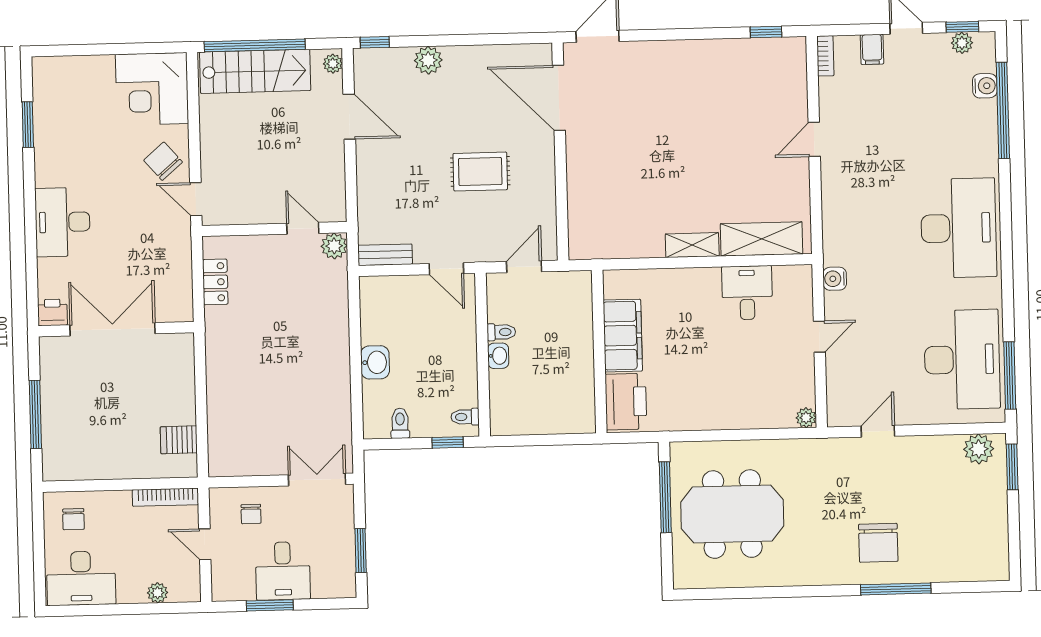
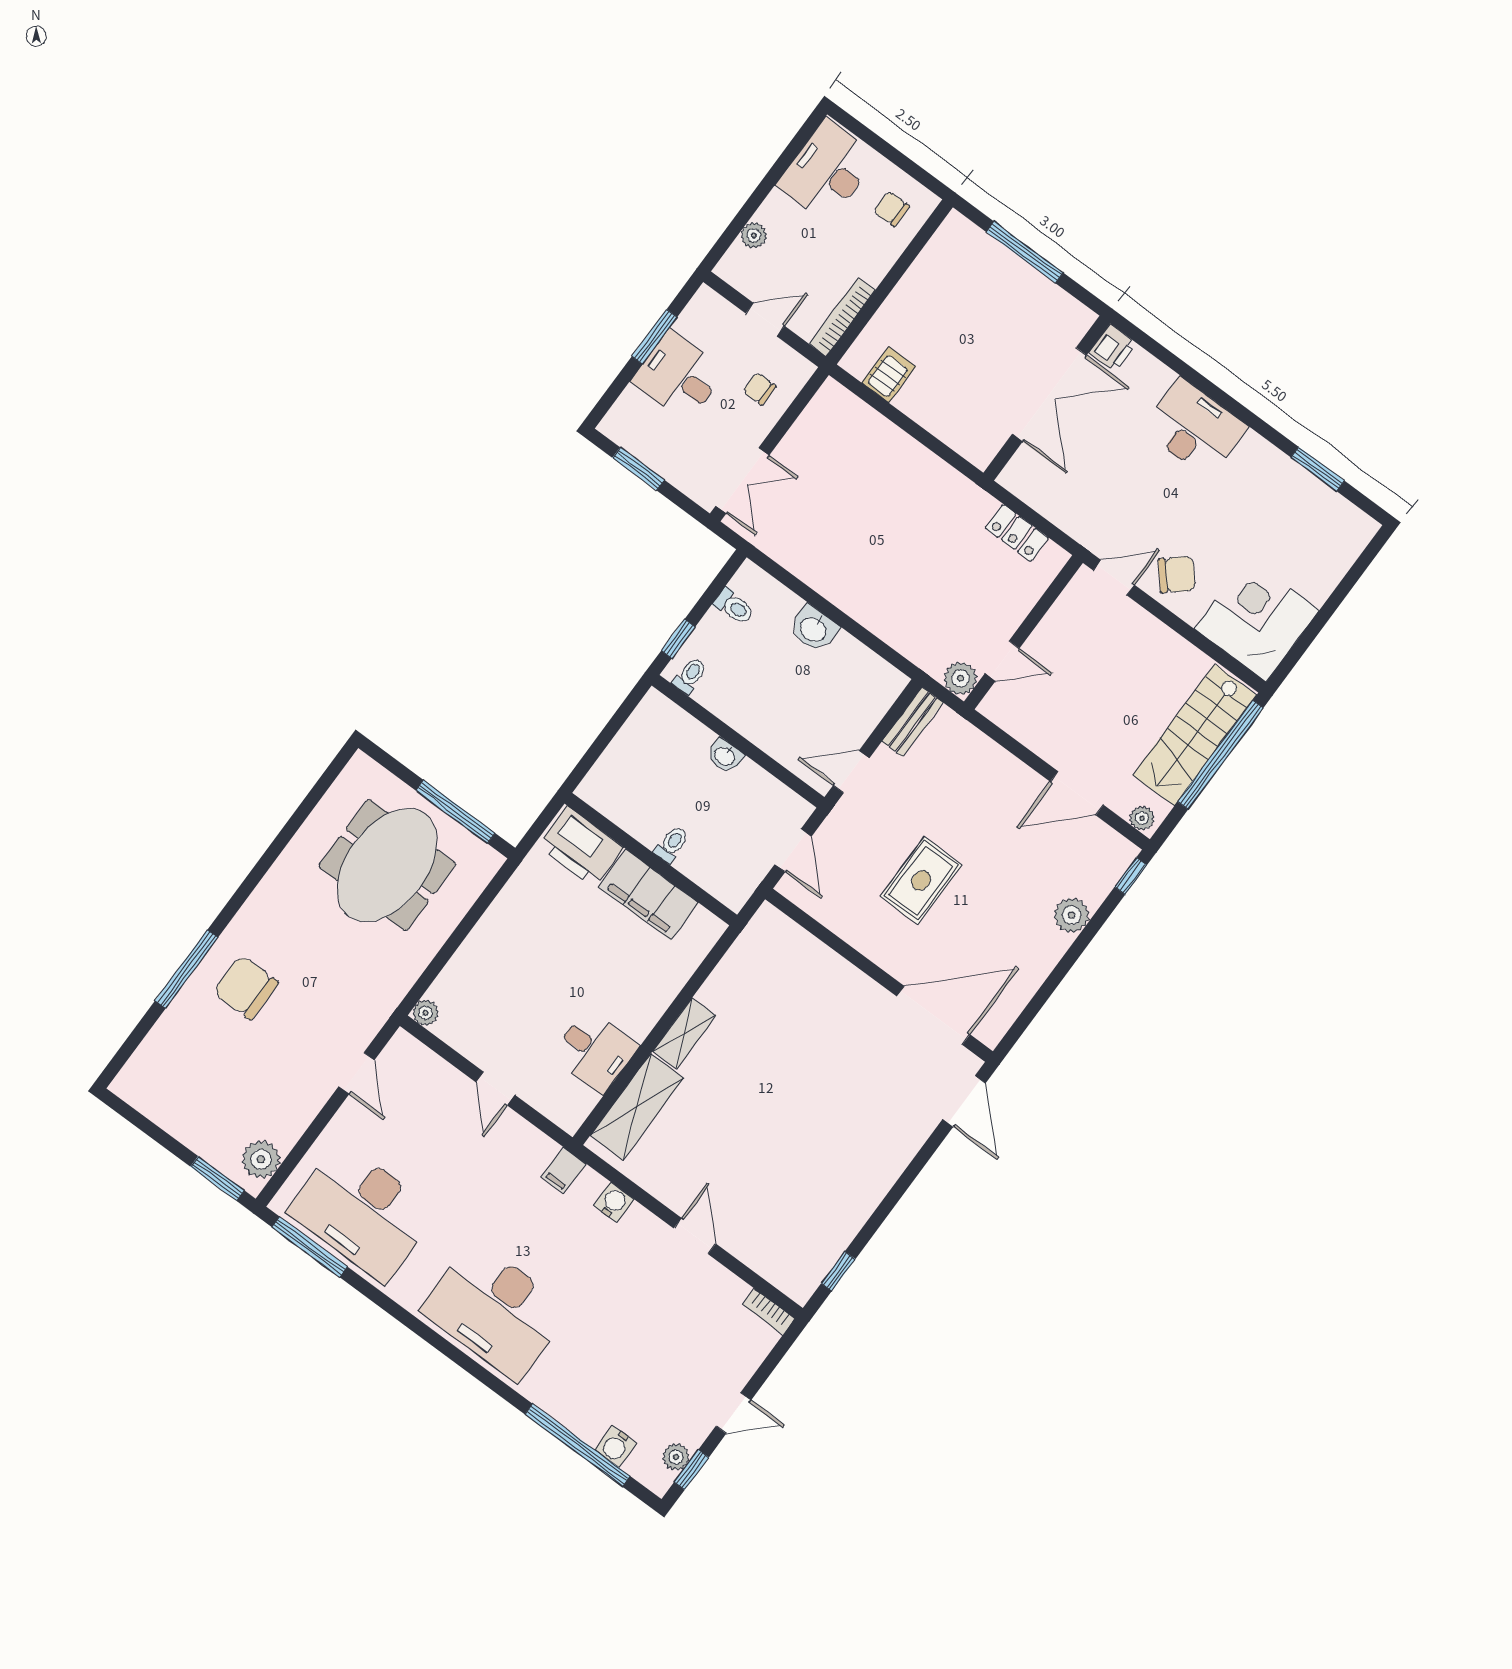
filing cabinet: (872, 49) -> (564, 1170), moved, turned -90
water cooler: (835, 279) -> (614, 1202), moved
toilet: (501, 332) -> (672, 844), moved, turned 180

